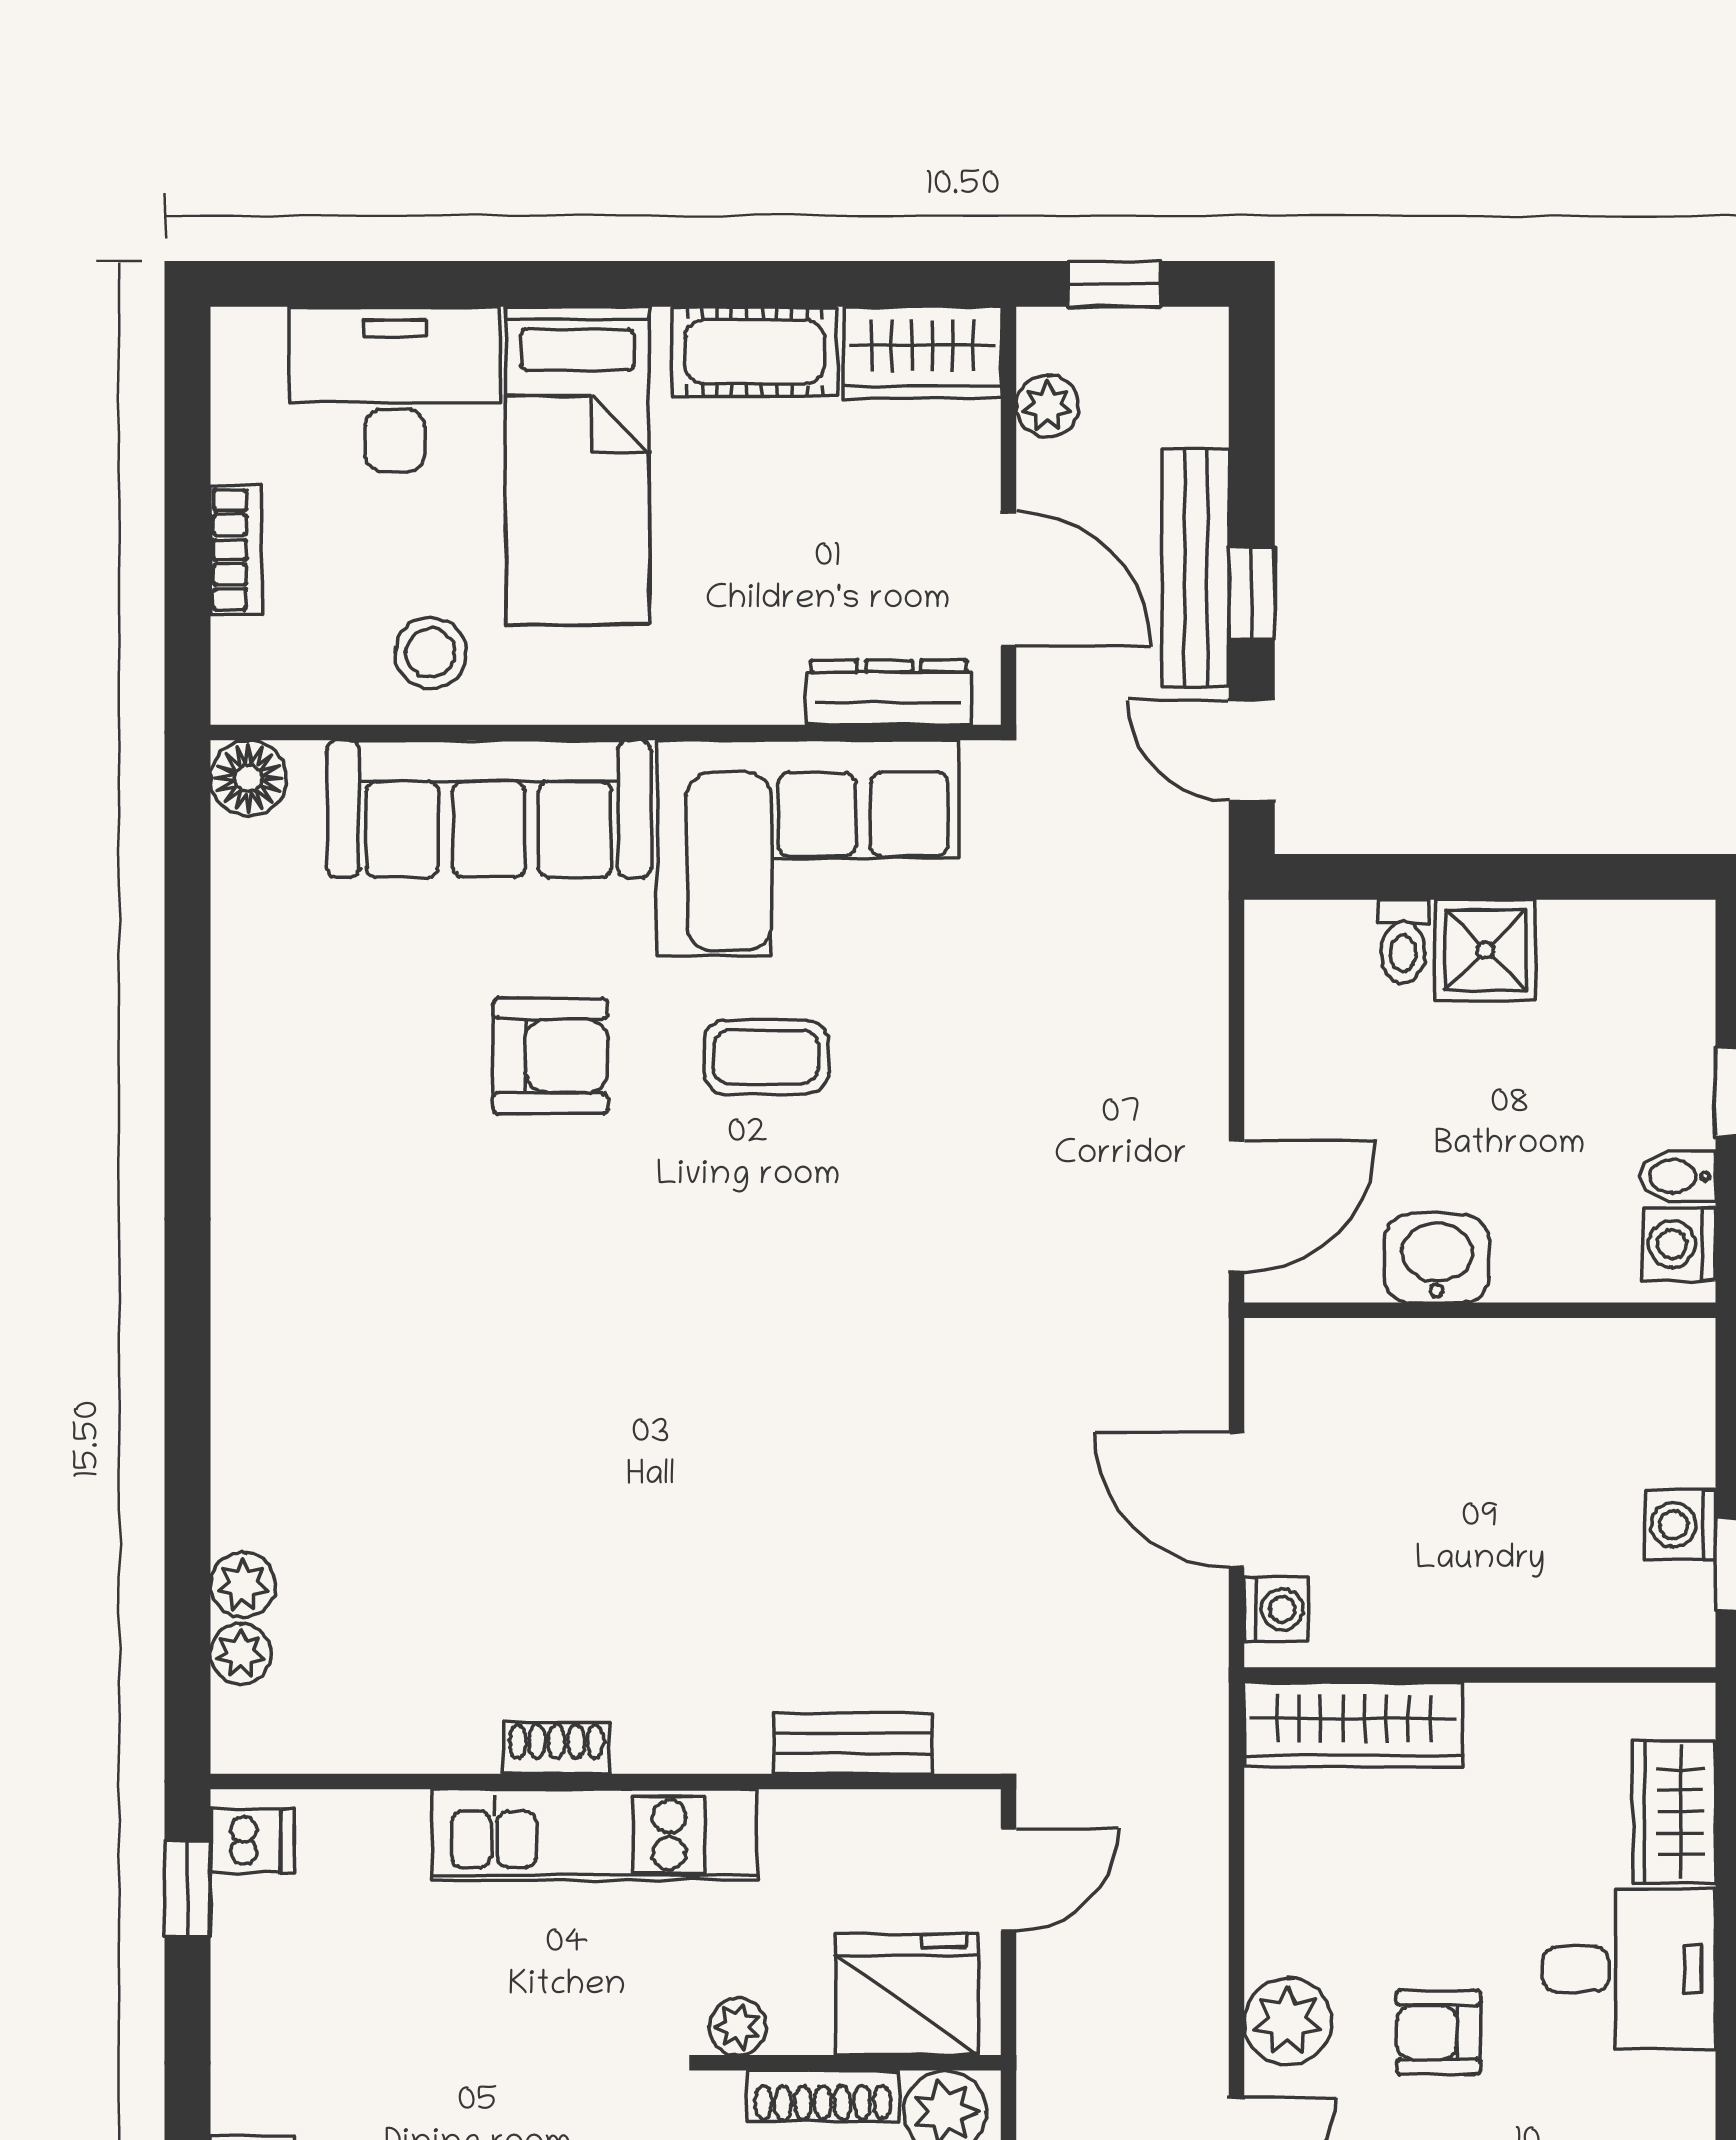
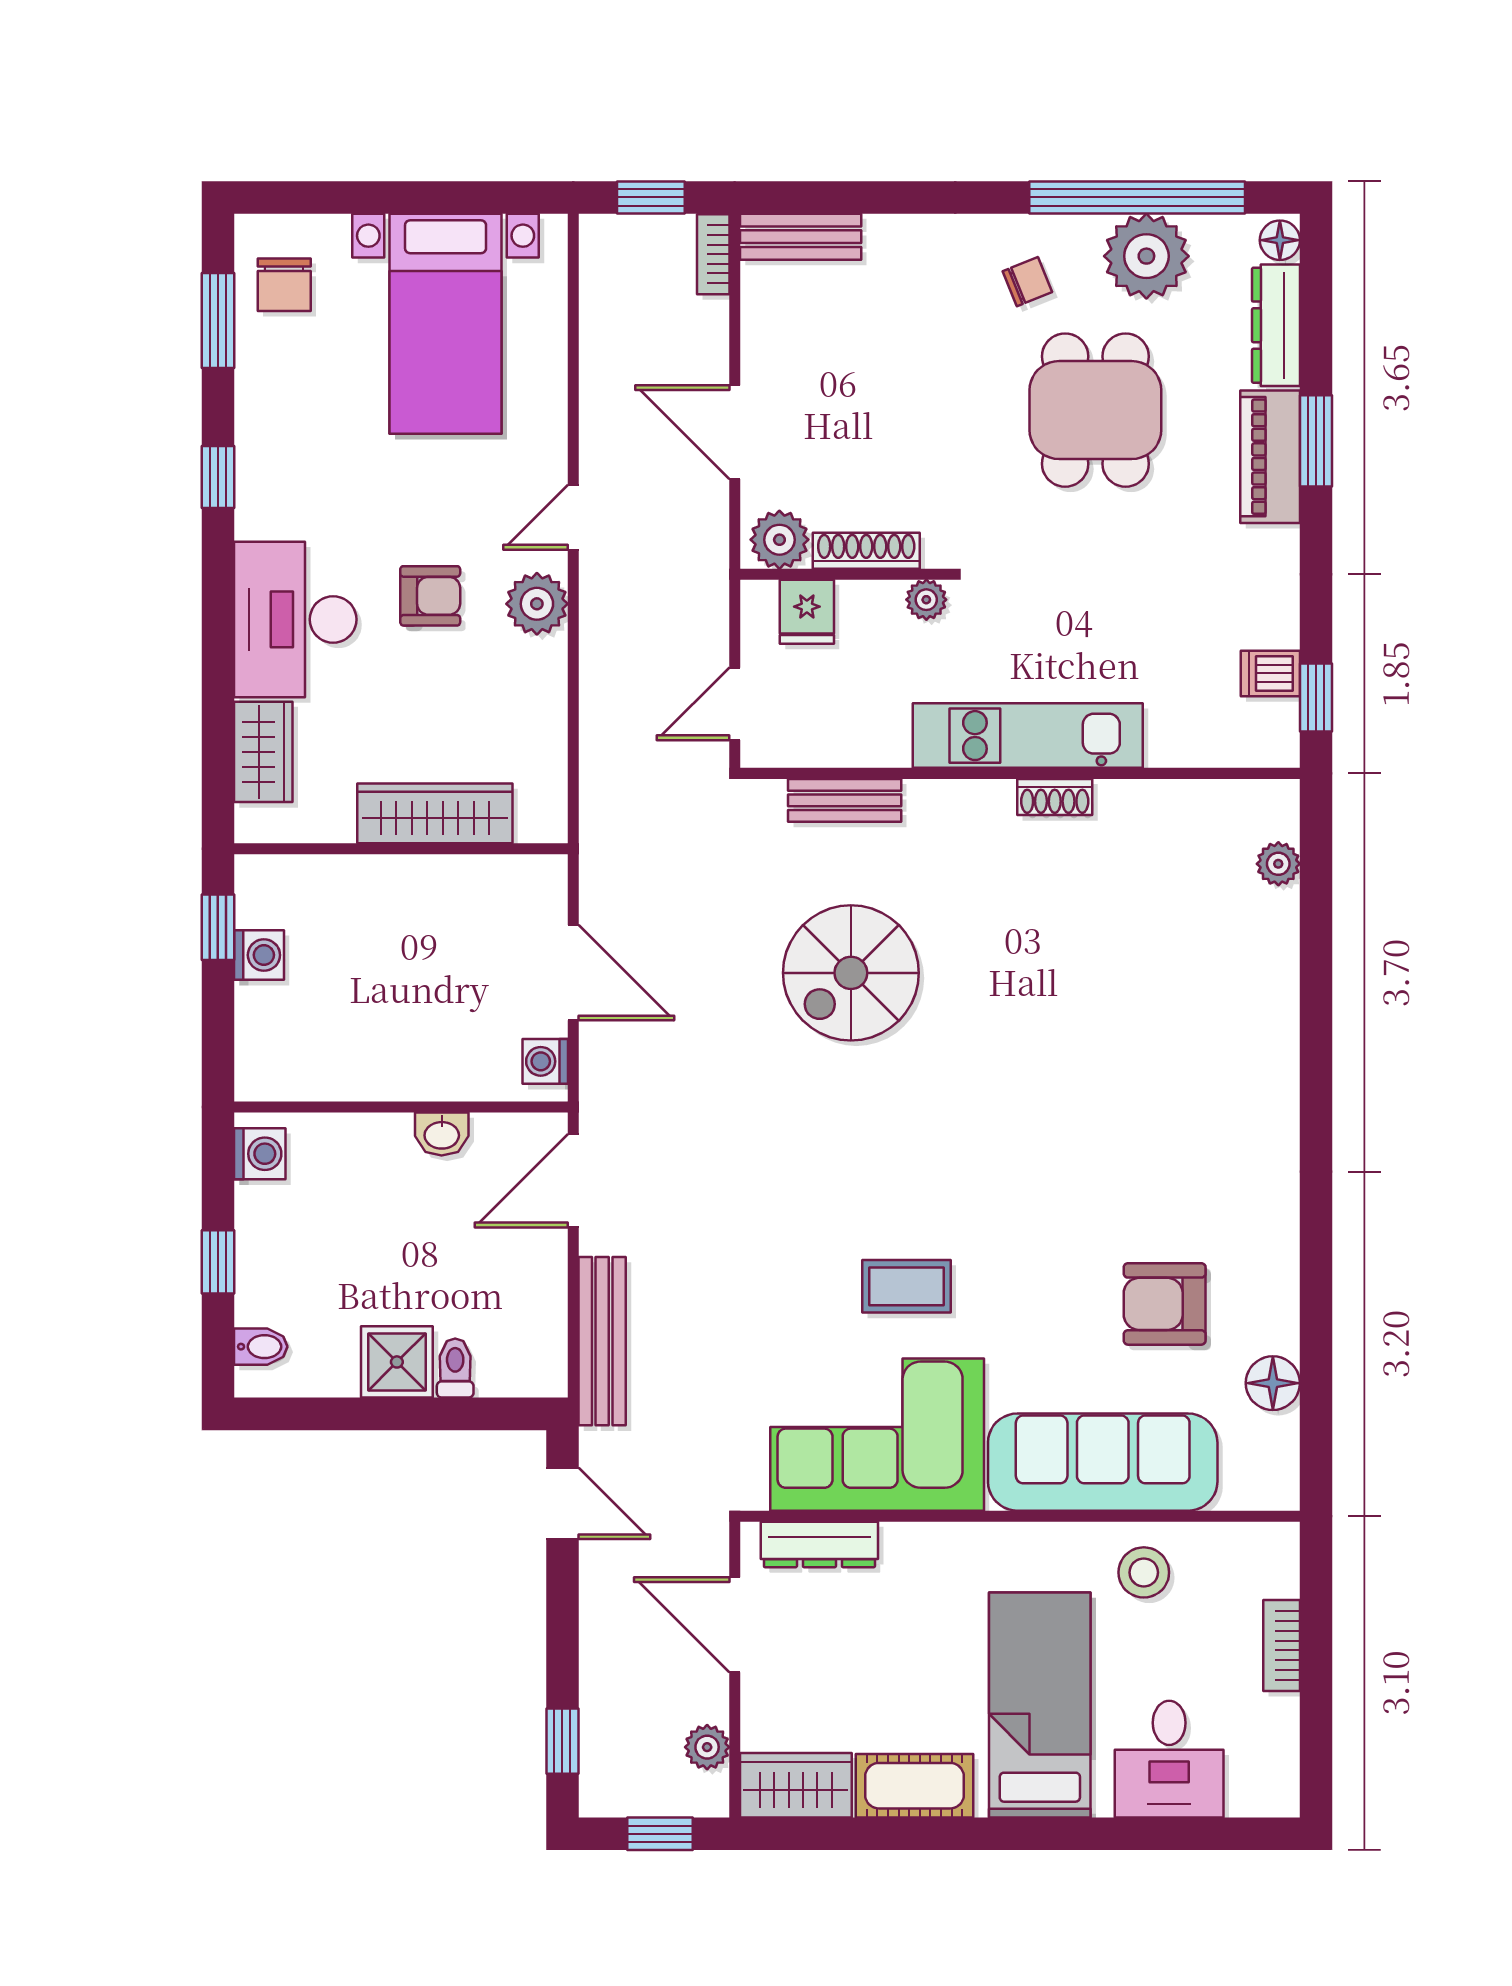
desk: (395, 389) -> (1169, 1759), width x0.73
bench: (1196, 568) -> (602, 1341), moved
window: (1252, 593) -> (562, 1741), moved
floor lamp: (248, 778) -> (1273, 1383), moved
armchair: (550, 1056) -> (1165, 1304), moved
bidet: (1678, 1176) -> (261, 1347), moved
washbasin: (1437, 1258) -> (442, 1134), width x0.72, depth x0.69
spiral stairs: (844, 1500) -> (851, 973), added
plant: (243, 1585) -> (1277, 913), removed
washing machine: (1276, 1609) -> (545, 1061), moved
wardrobe: (1354, 1725) -> (435, 813), moved
dishwasher: (252, 1841) -> (1270, 673), moved
desk: (1629, 1969) -> (295, 619), width x1.37
fridge: (907, 1994) -> (807, 612), width x0.53, depth x0.75

